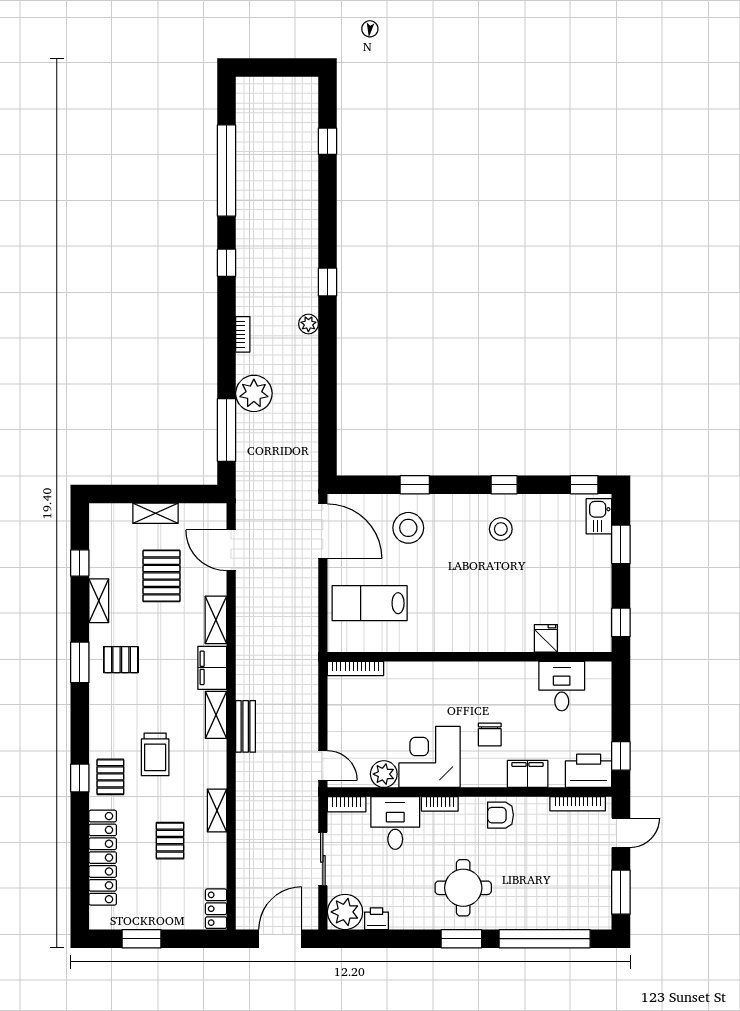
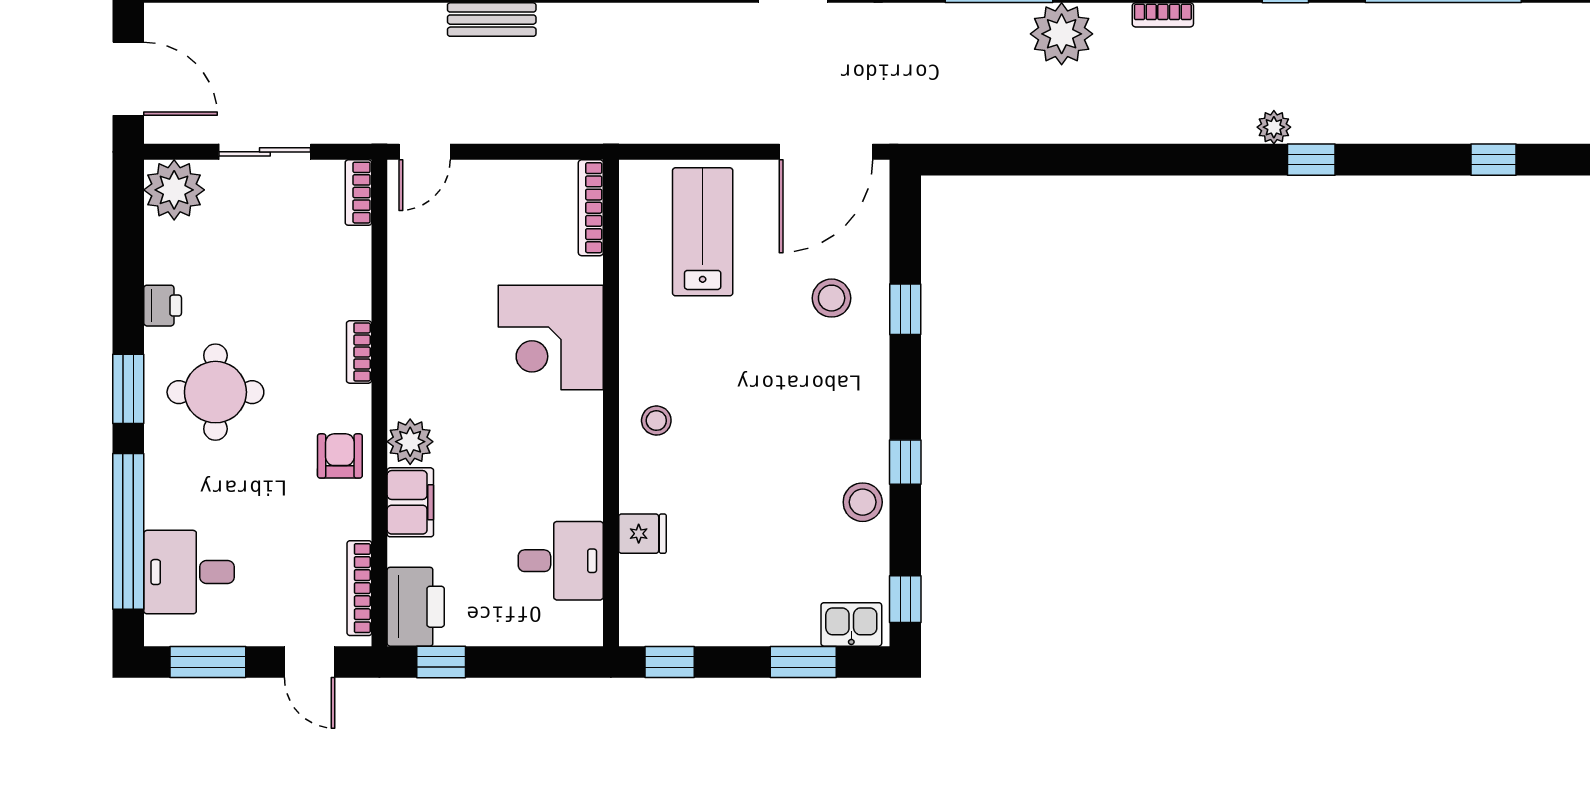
window: (327, 282) -> (1311, 160), moved
plant: (308, 324) -> (1274, 127), moved
stool: (408, 528) -> (832, 298), width x0.73, depth x0.73
stool: (501, 529) -> (863, 502), moved
stool: (480, 630) -> (656, 421), added
chair: (490, 735) -> (478, 438), removed
corner desk: (430, 757) -> (551, 338), moved, turned 180
plant: (384, 774) -> (410, 442), moved
desk: (395, 823) -> (189, 572), moved, turned 180
printer: (376, 919) -> (163, 306), moved

